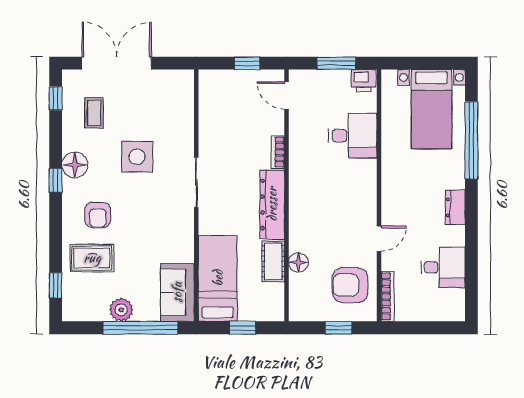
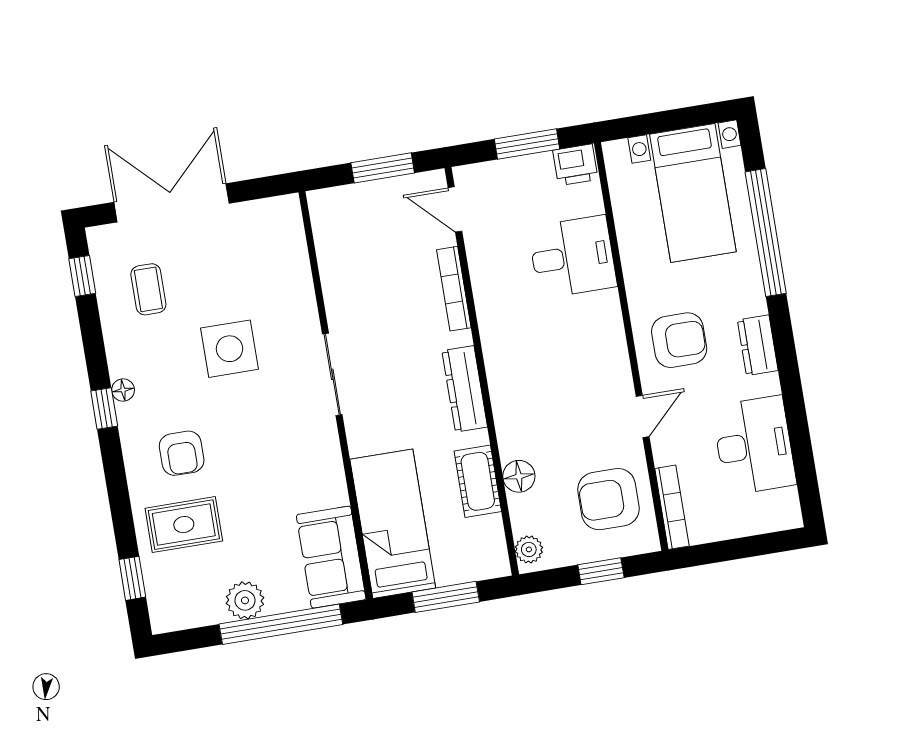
window: (247, 63) -> (383, 168), width x1.50
bookcase: (278, 152) -> (454, 289), width x1.56
floor lamp: (75, 165) -> (123, 390), width x0.53, depth x0.53
armchair: (408, 196) -> (679, 340), added
dresser: (272, 204) -> (465, 389), width x0.73, depth x0.80
desk: (443, 267) -> (754, 445), width x1.37
plant: (297, 307) -> (529, 549), added
window: (242, 328) -> (446, 597), width x1.50

